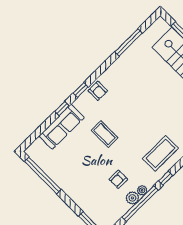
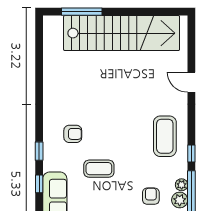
window: (128, 42) -> (39, 67), removed
armchair: (98, 91) -> (73, 134), moved
armchair: (118, 179) -> (151, 196), turned 180

